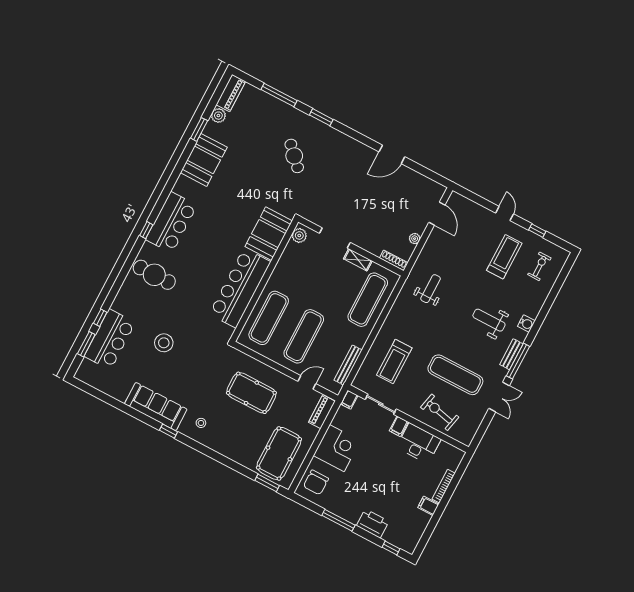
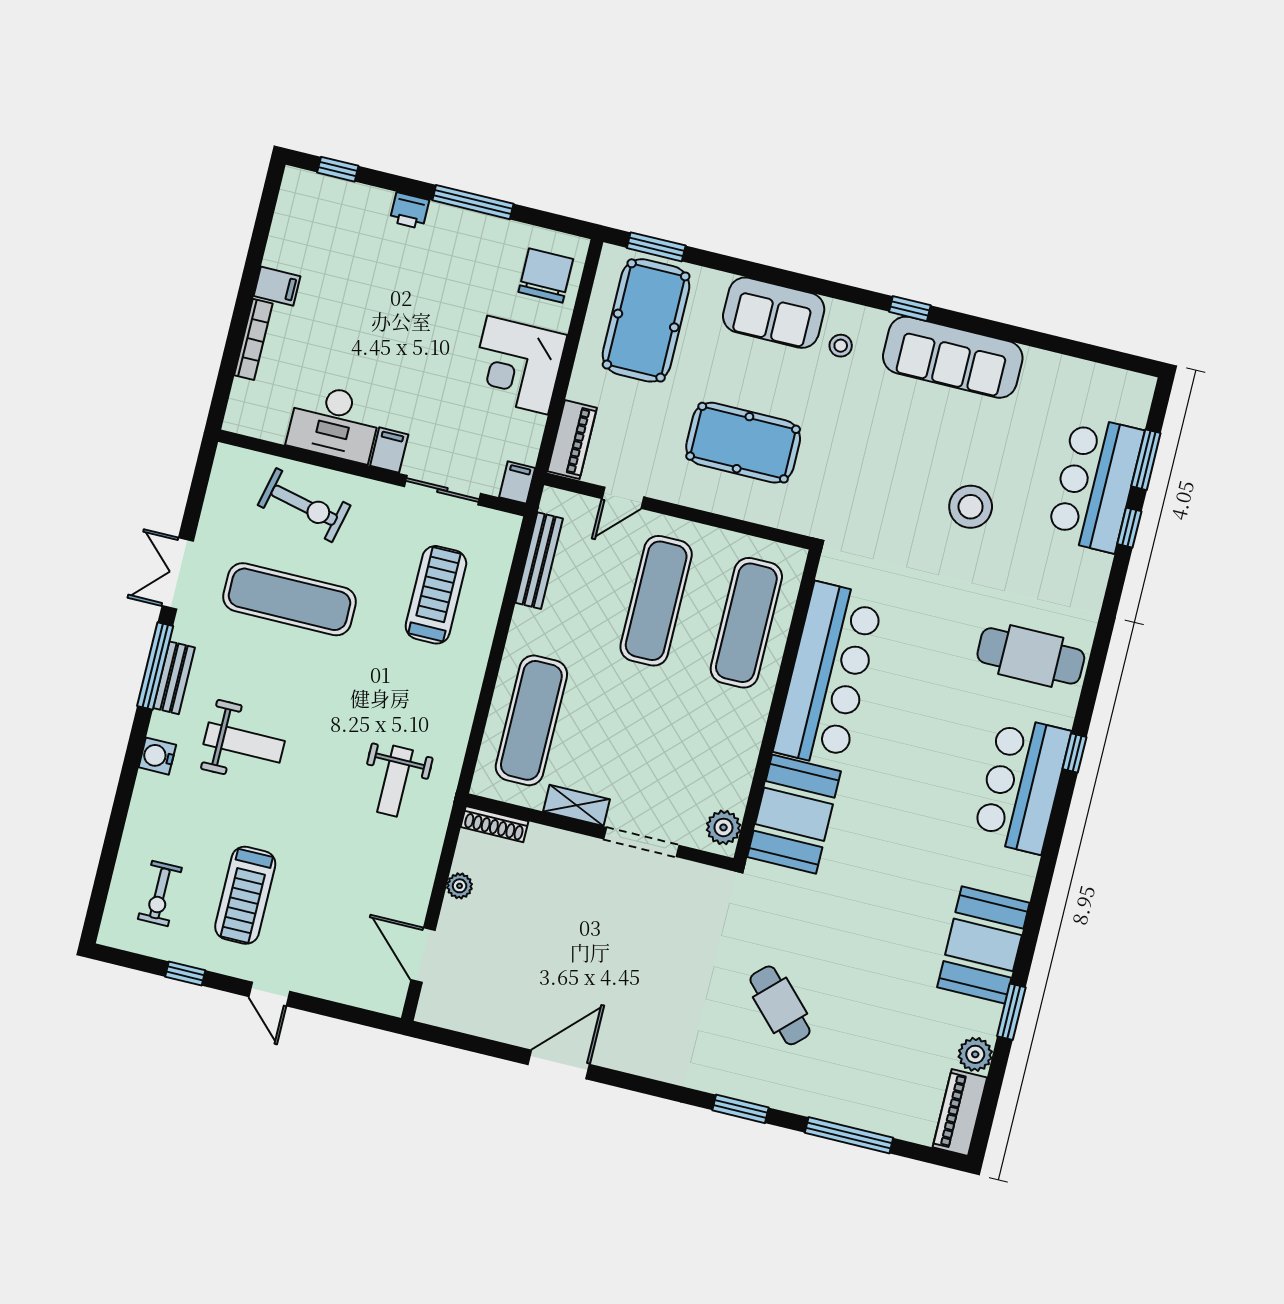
sofa: (225, 444) -> (774, 313), added
printer: (373, 523) -> (409, 211), width x0.53, depth x0.68

